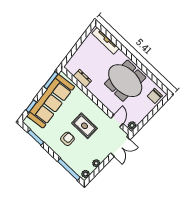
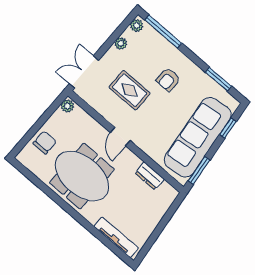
chair: (155, 96) -> (45, 142), moved
door: (117, 121) -> (120, 137), moved
rug: (84, 126) -> (130, 90), moved

